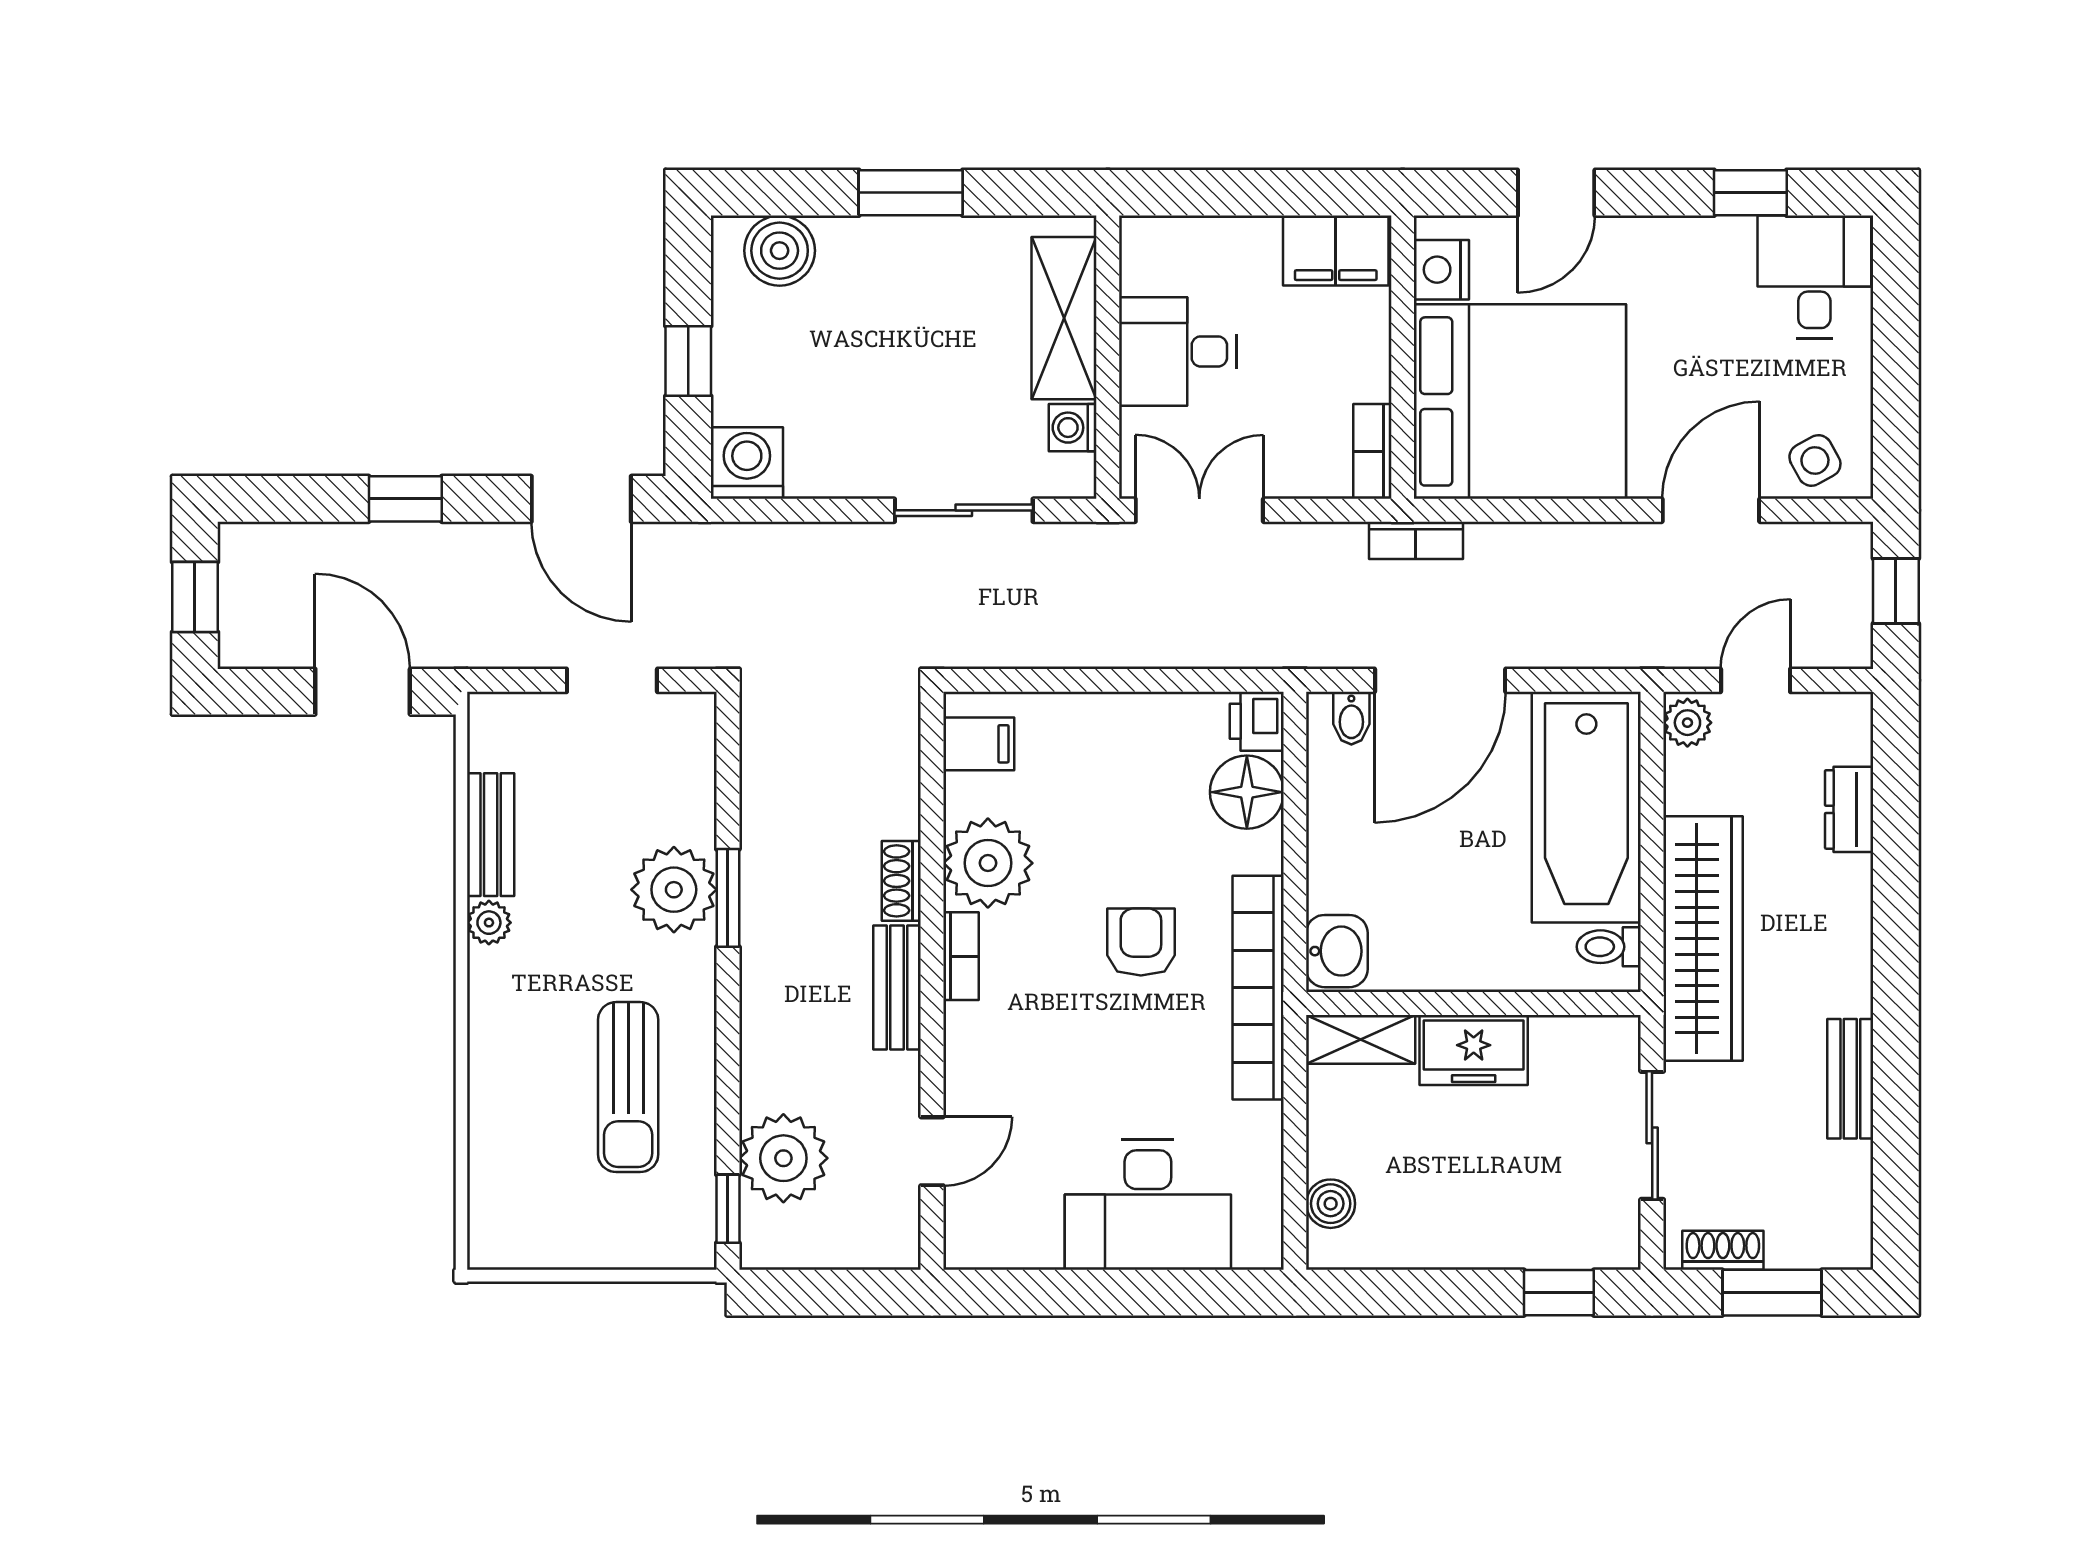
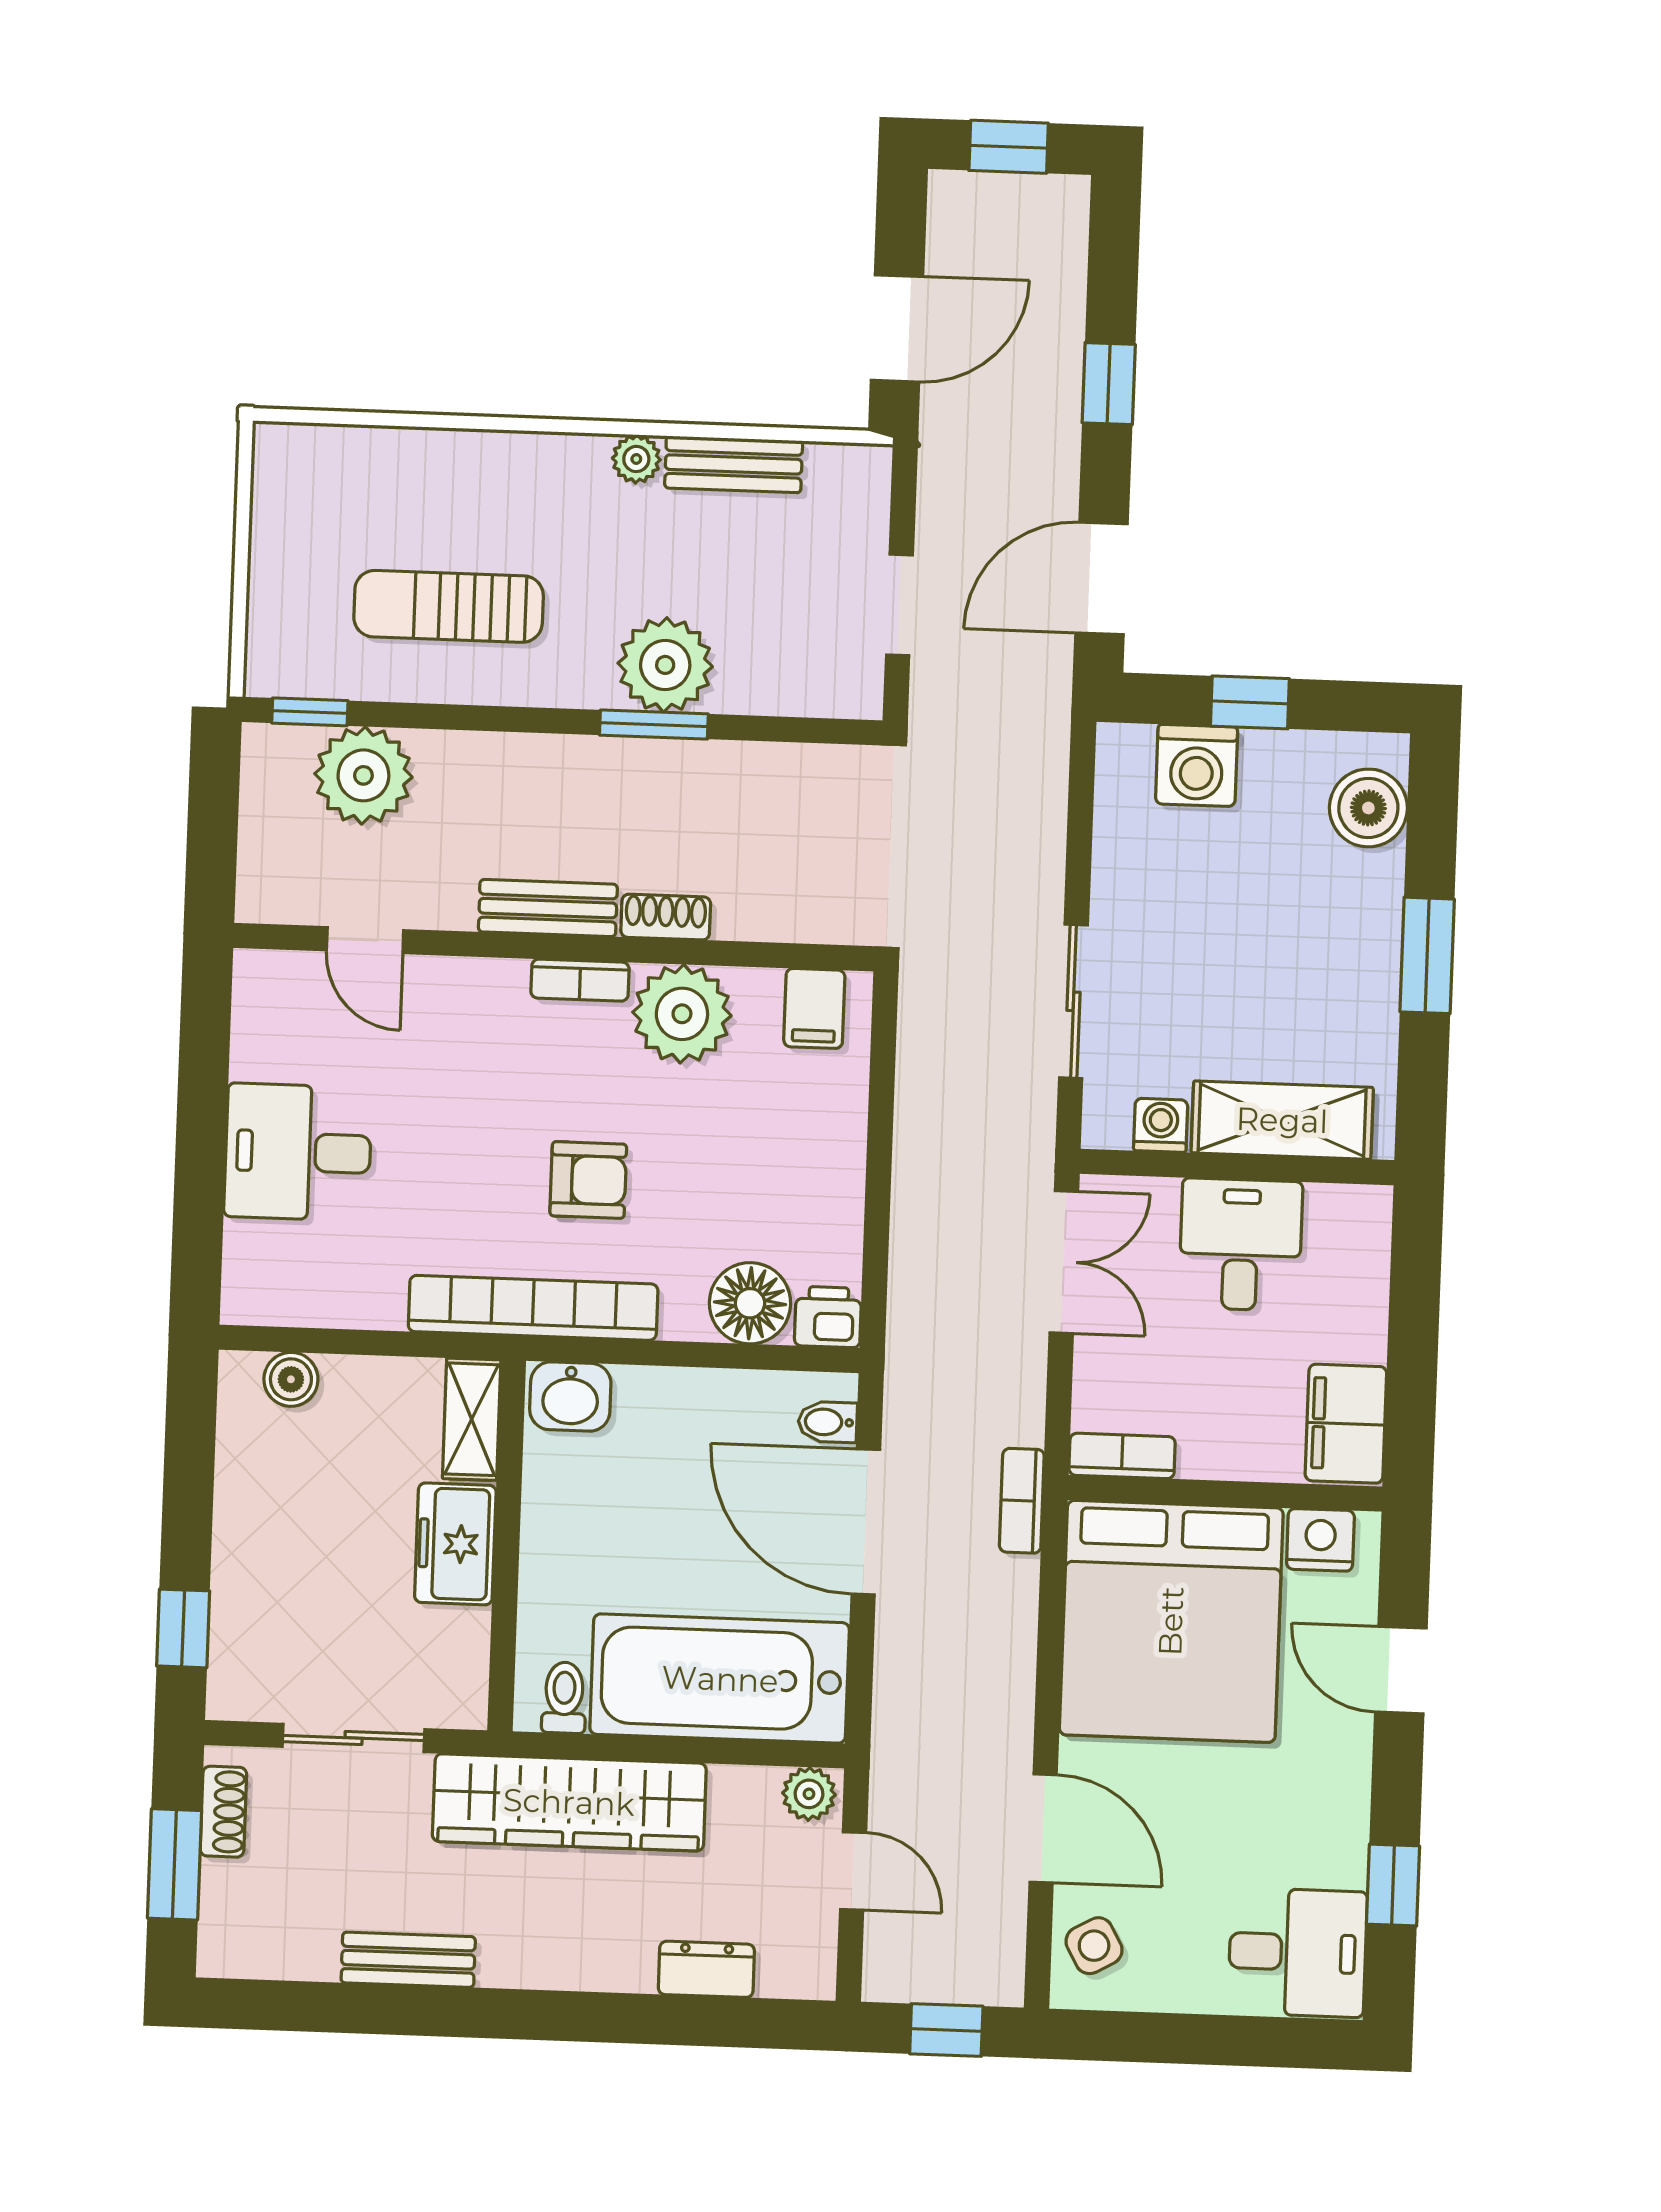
washing machine: (747, 463) -> (1197, 765), moved, turned 90
desk: (1148, 1205) -> (298, 1152), width x0.73

